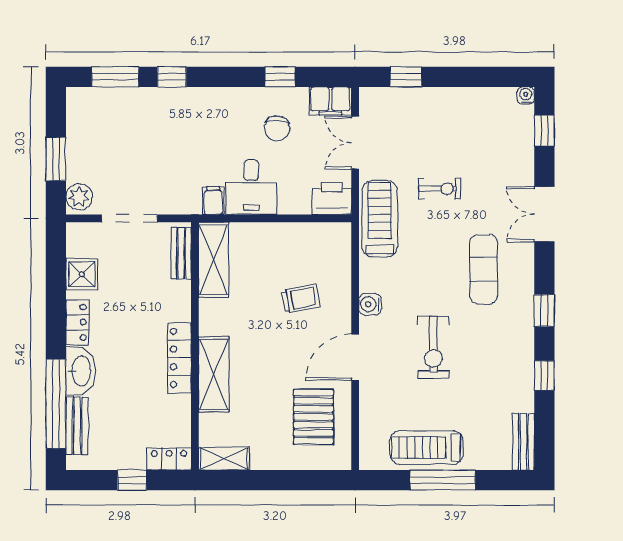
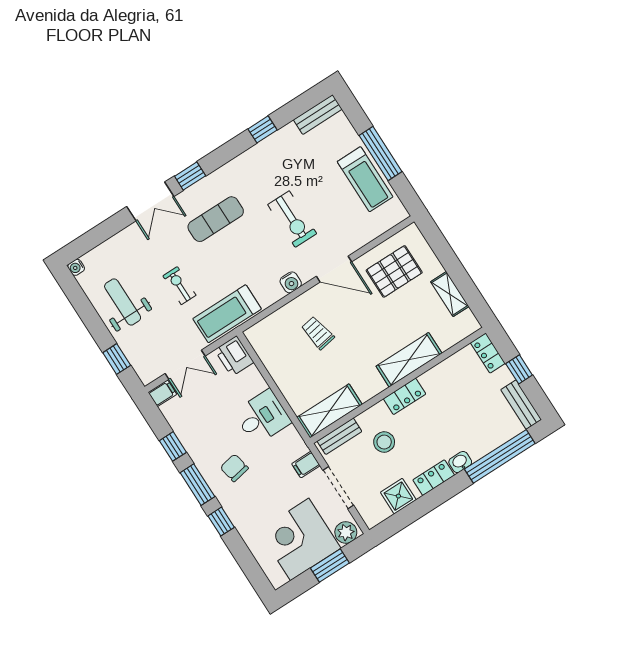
window: (115, 77) -> (197, 485), moved
filing cabinet: (330, 101) -> (162, 393), width x0.50
weight bench: (460, 120) -> (123, 302), added
chair: (277, 128) -> (234, 468), moved, turned -104
window: (544, 131) -> (92, 239), removed
corner desk: (102, 145) -> (300, 539), added
filing cabinet: (213, 201) -> (306, 465), moved
stool: (146, 295) -> (384, 442), added
window: (544, 310) -> (190, 176), moved
exercise bike: (433, 347) -> (292, 219), turned 90
locker: (179, 358) -> (405, 396), width x0.66
washbasin: (80, 371) -> (460, 462), width x0.52, depth x0.69
bench: (77, 426) -> (521, 405), moved, turned 90
shelving: (224, 459) -> (450, 294), moved

